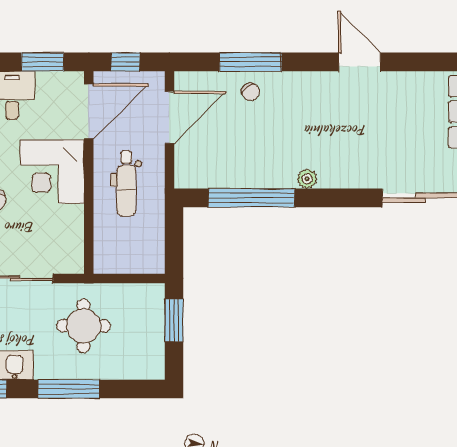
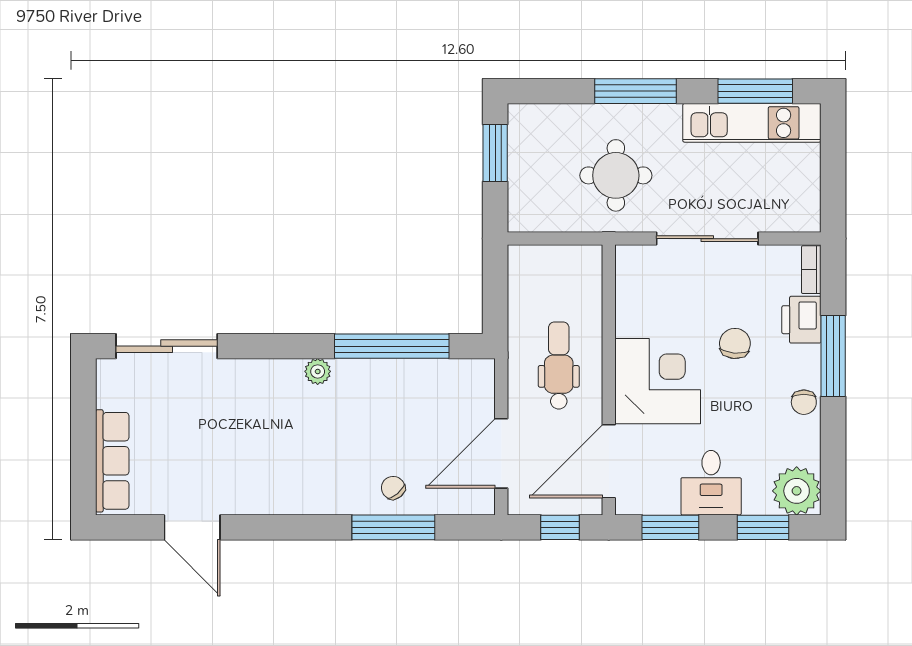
door: (360, 62) -> (192, 527), moved
window: (174, 320) -> (495, 153), moved

